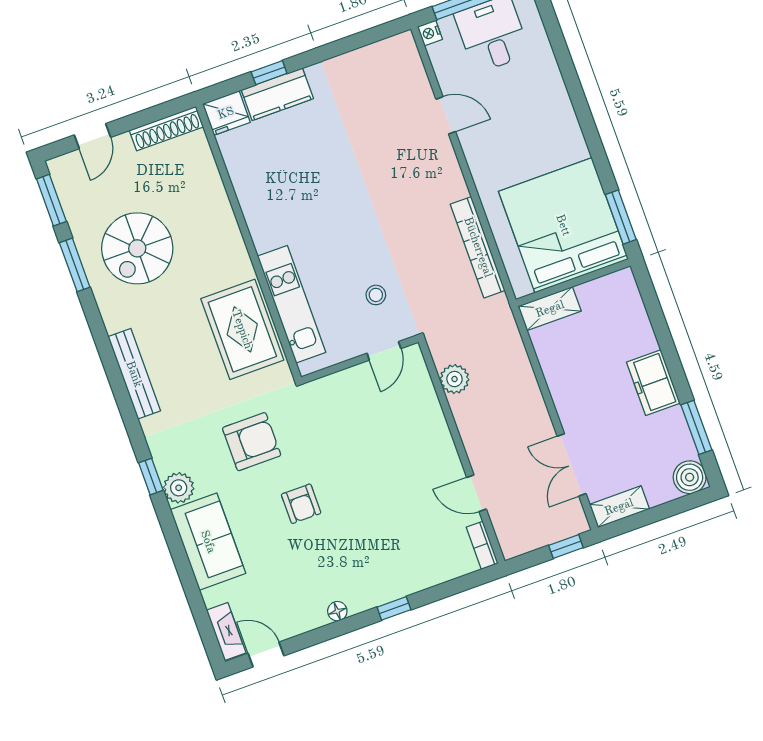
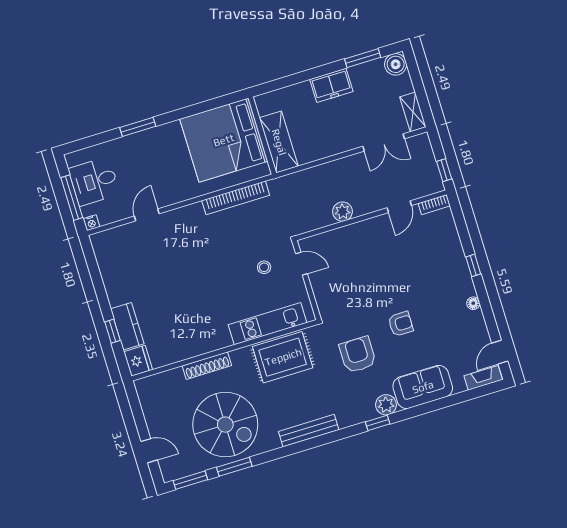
shoe rack: (166, 129) -> (207, 366), moved, turned 90
window: (621, 217) -> (138, 127), moved
spiral stairs: (137, 248) -> (225, 425), width x1.37, depth x1.37
shelving: (550, 309) -> (279, 142), width x1.50, depth x1.33
plant: (454, 379) -> (343, 212), moved
window: (566, 546) -> (444, 170), moved

